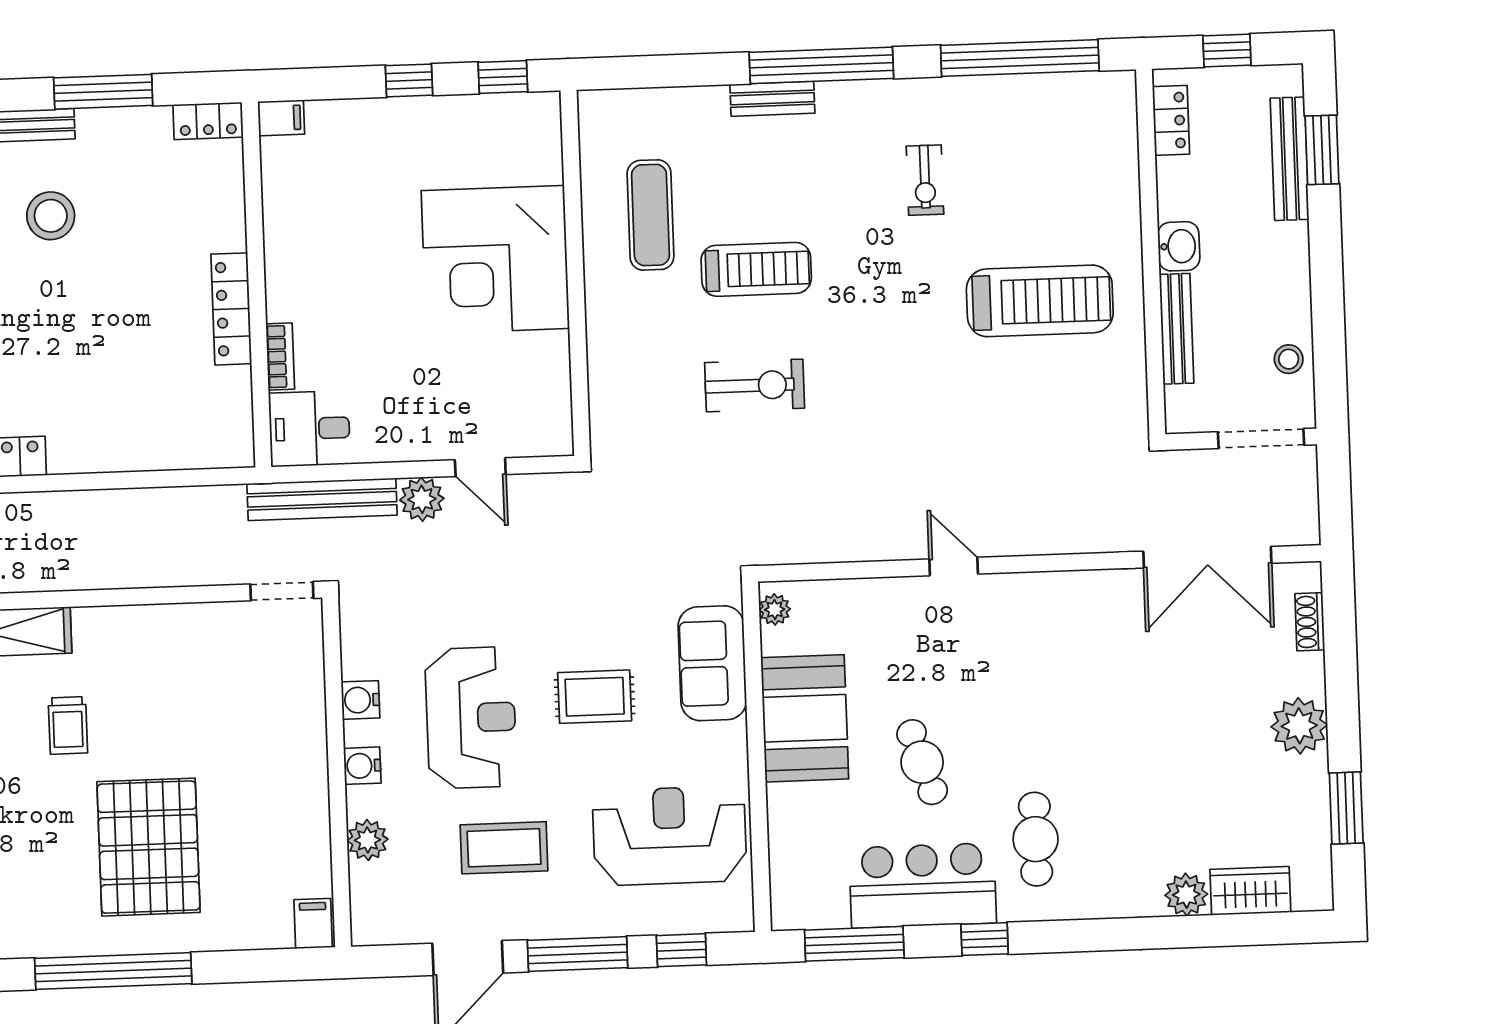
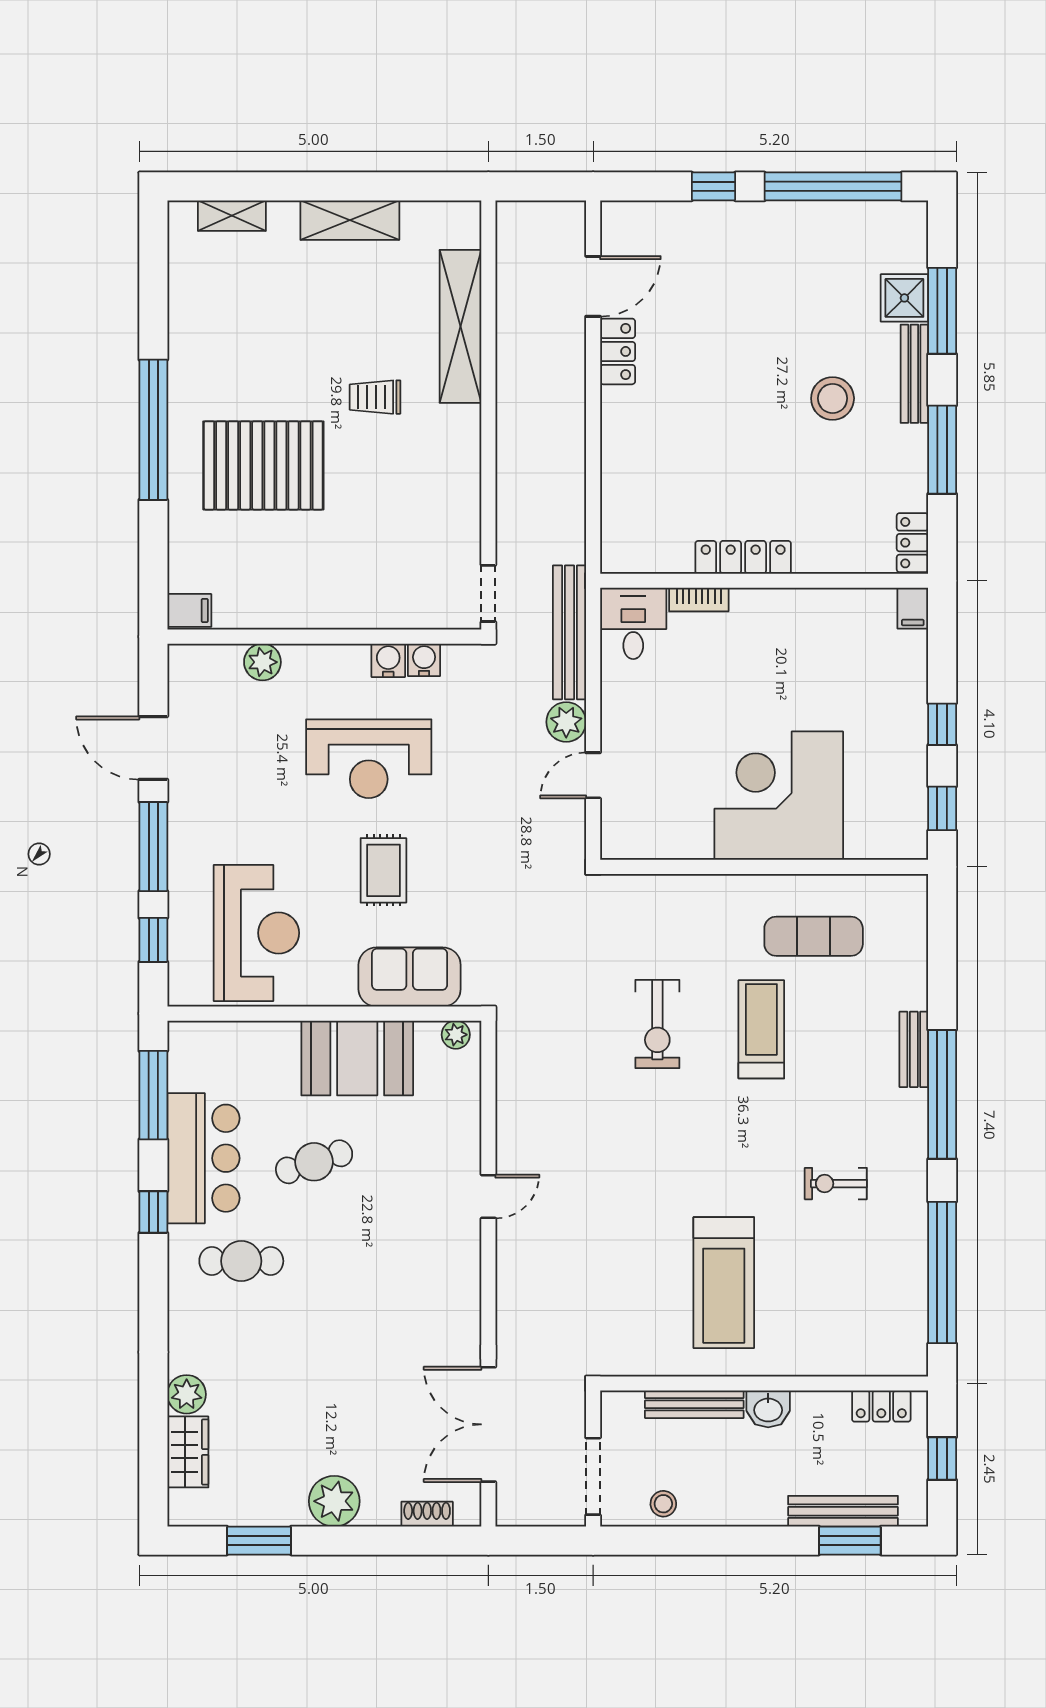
treadmill: (756, 269) -> (761, 1029), turned 180
water cooler: (362, 766) -> (424, 660), moved
coffee table: (504, 848) -> (251, 784), removed

